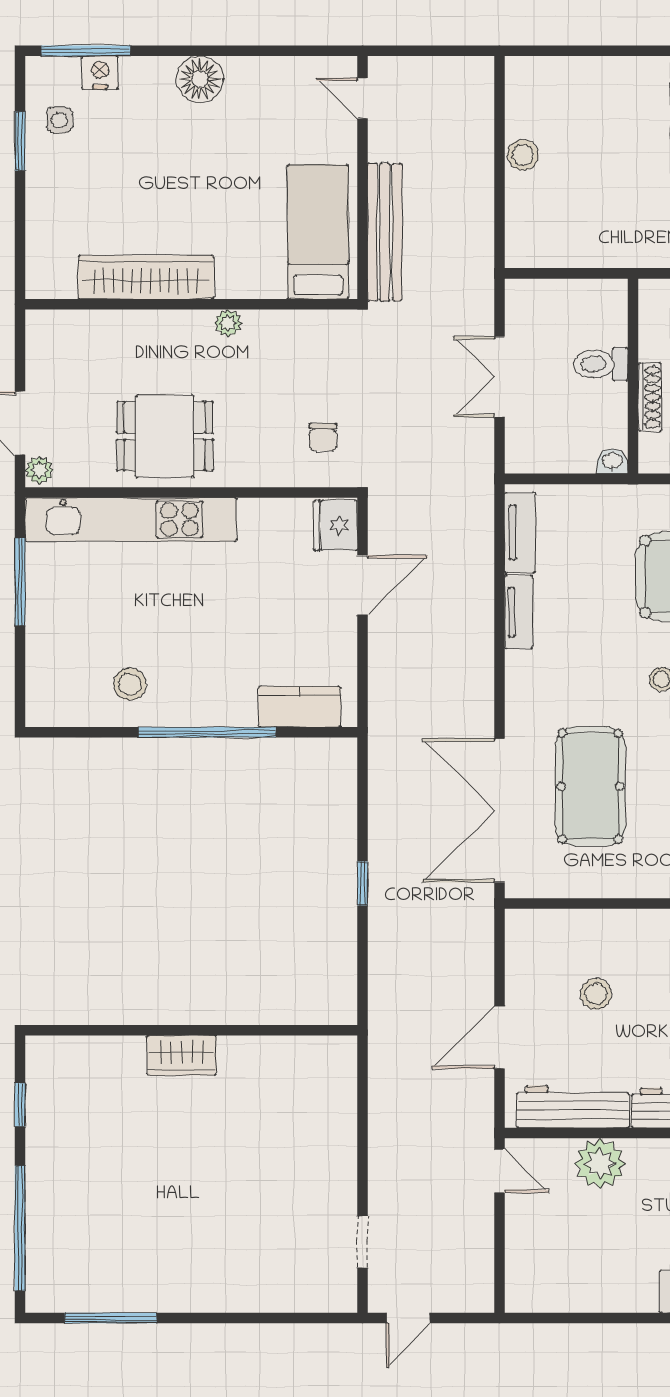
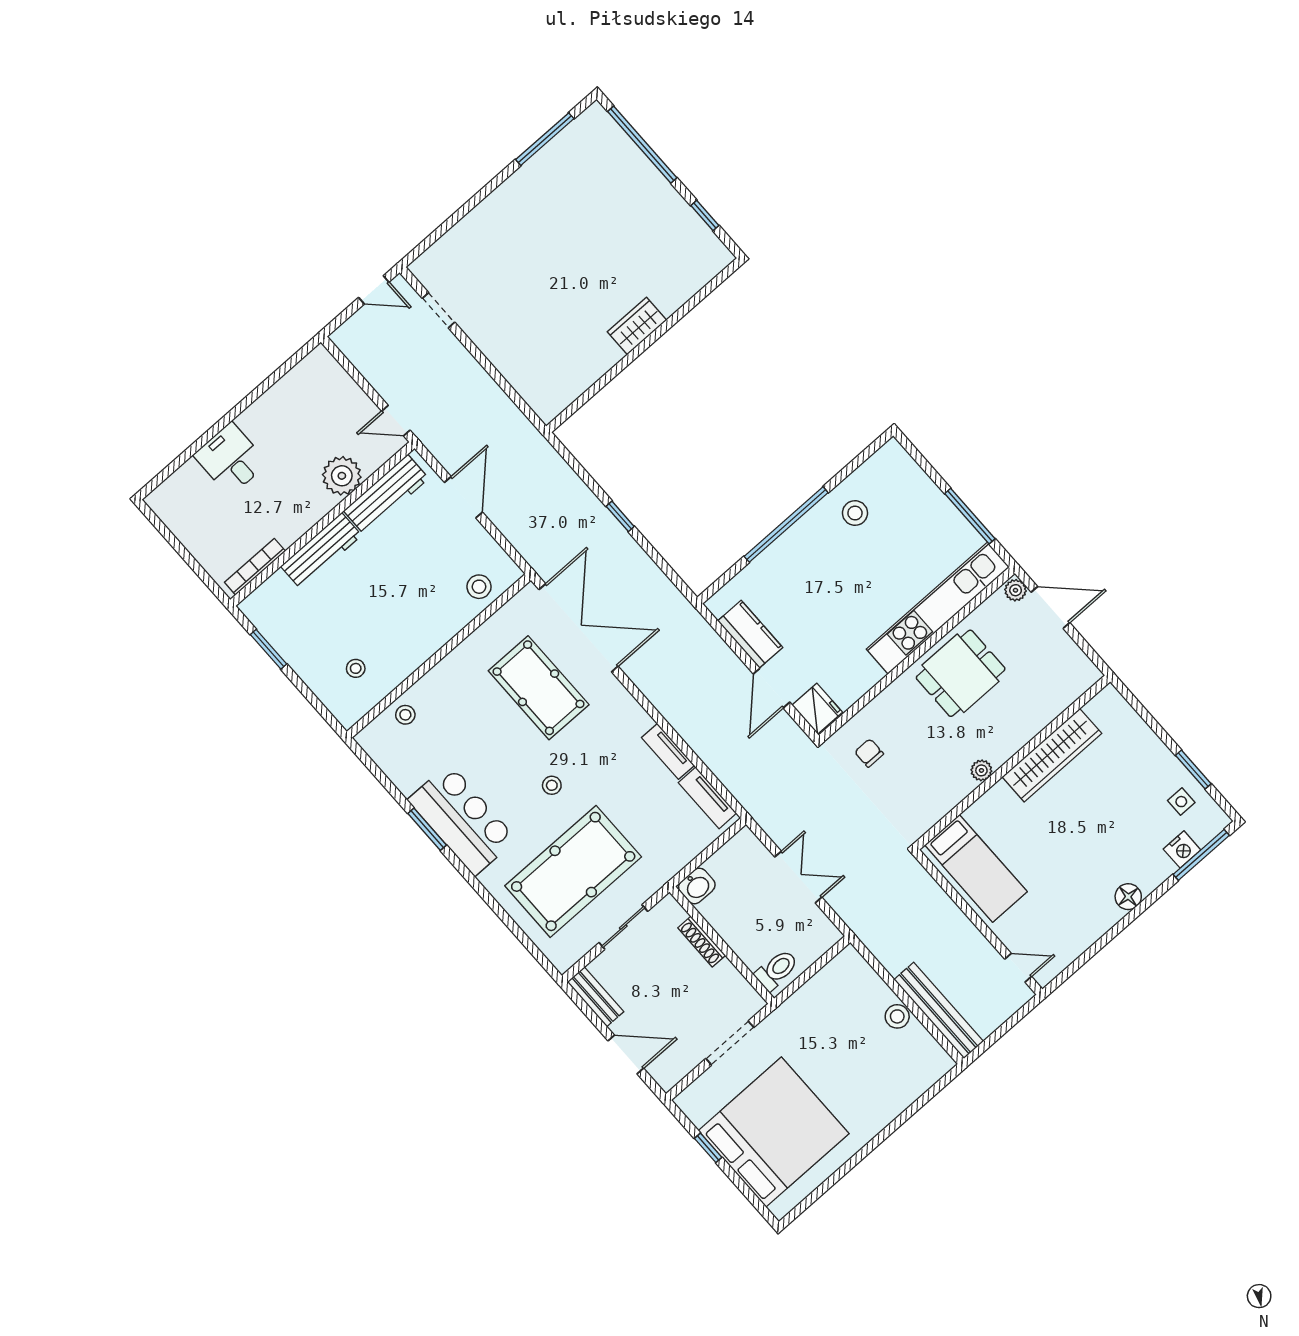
floor lamp: (200, 79) -> (1128, 897), width x0.73, depth x0.73
bench: (385, 232) -> (939, 1011), moved
toilet: (601, 364) -> (777, 970), moved
washbasin: (612, 461) -> (697, 886), width x1.38, depth x1.45
kitchen counter: (300, 707) -> (750, 634), moved, turned -90
stool: (596, 994) -> (479, 587), moved
door: (408, 1318) -> (374, 290), swing flipped

